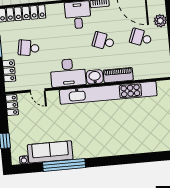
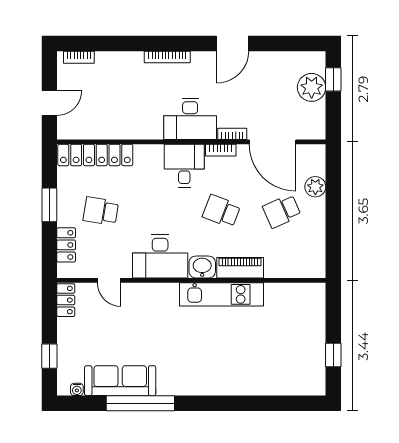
school desk: (141, 38) -> (282, 211), turned -45
kitchen unit: (108, 93) -> (221, 294), width x0.54

